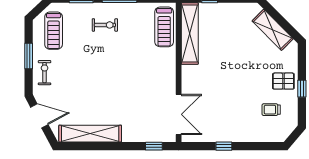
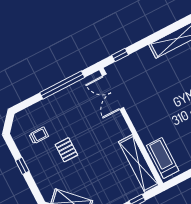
pallet: (283, 81) -> (66, 150), moved, turned 90
window: (224, 146) -> (62, 85), width x3.17

